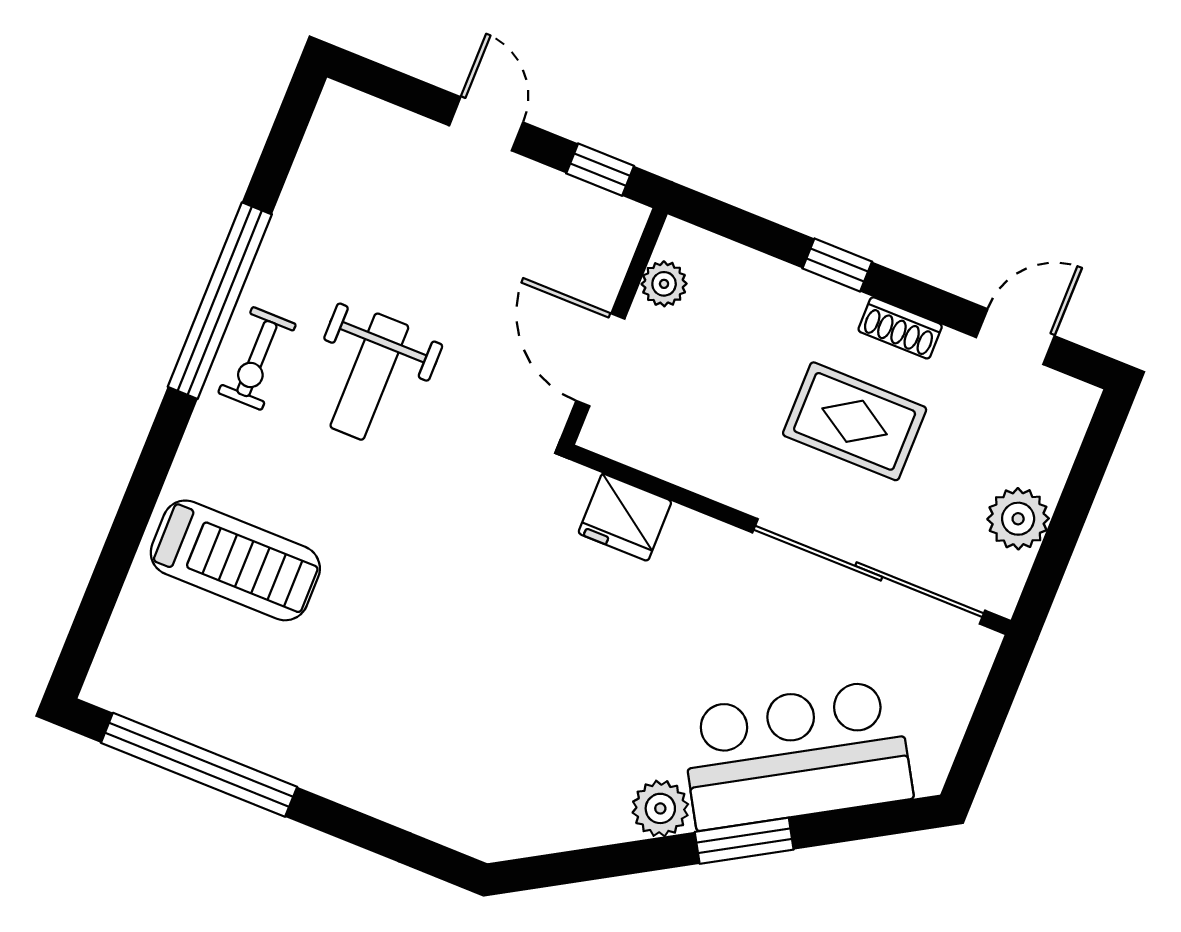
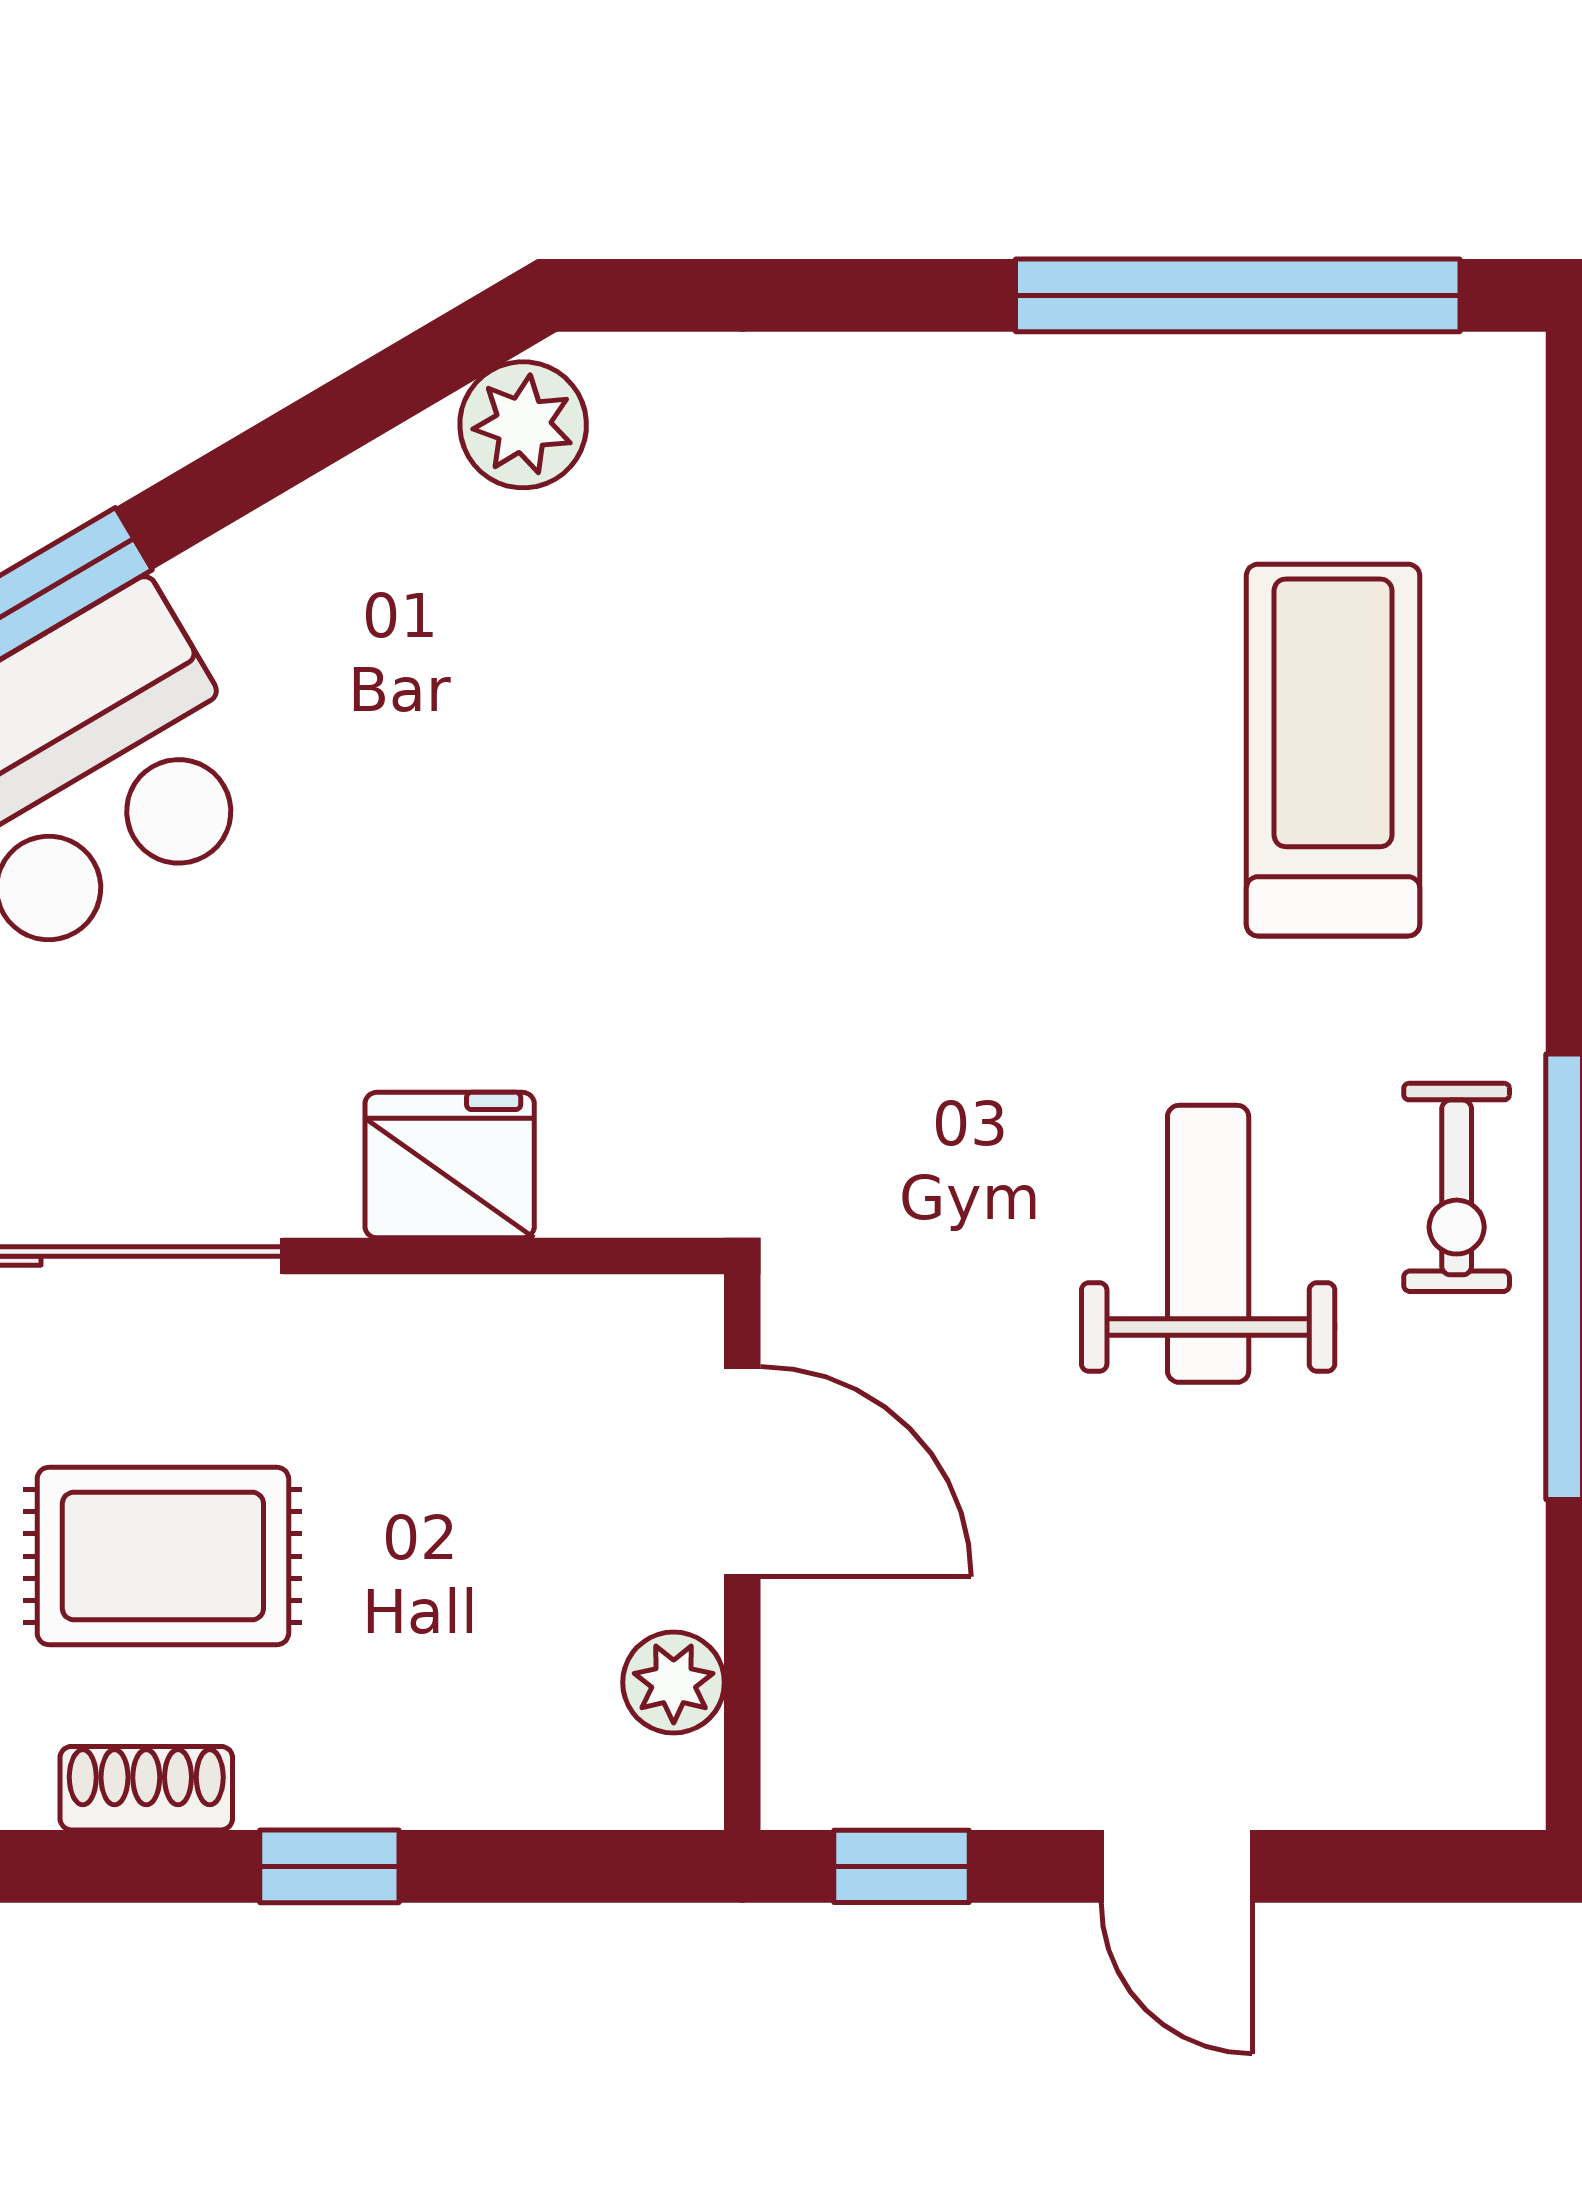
exercise bike: (257, 359) -> (1457, 1187), turned 180
fridge: (625, 517) -> (450, 1165), moved
treadmill: (235, 560) -> (1333, 750), turned 90
plant: (660, 808) -> (523, 425), moved

